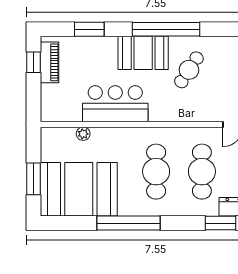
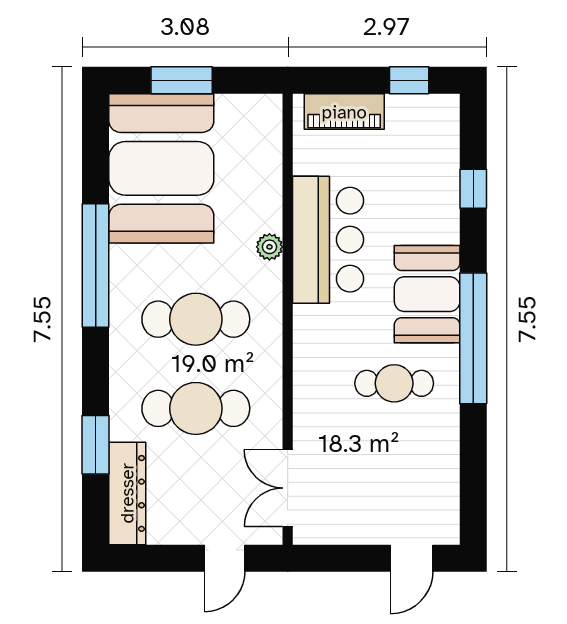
window: (89, 29) -> (473, 189), width x0.67
piano: (50, 62) -> (344, 112), moved
cafe table: (189, 70) -> (394, 383), turned -33
plant: (83, 134) -> (269, 247), moved

